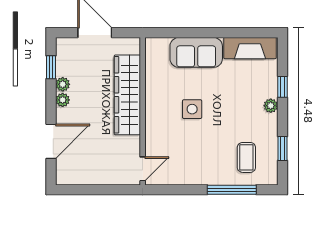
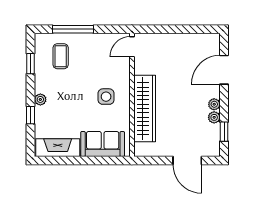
wardrobe: (127, 95) -> (145, 109), moved
wall: (143, 111) -> (132, 95), moved
door: (143, 169) -> (132, 47), moved

